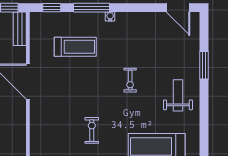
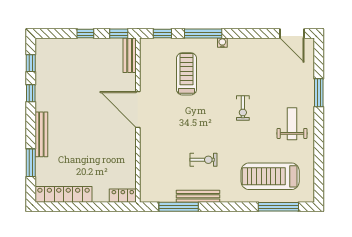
treadmill: (75, 47) -> (187, 74), turned -90
exercise bike: (92, 130) -> (204, 160), turned 90

